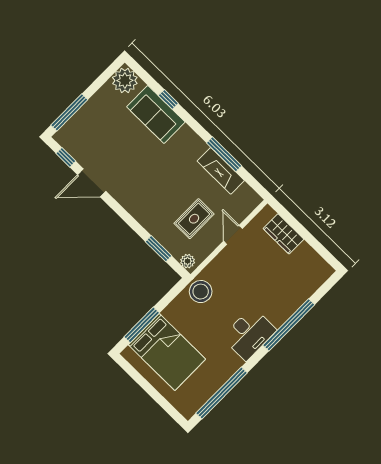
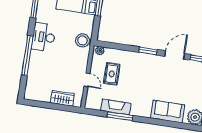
window: (168, 99) -> (167, 123), removed
window: (158, 249) -> (148, 51), moved

